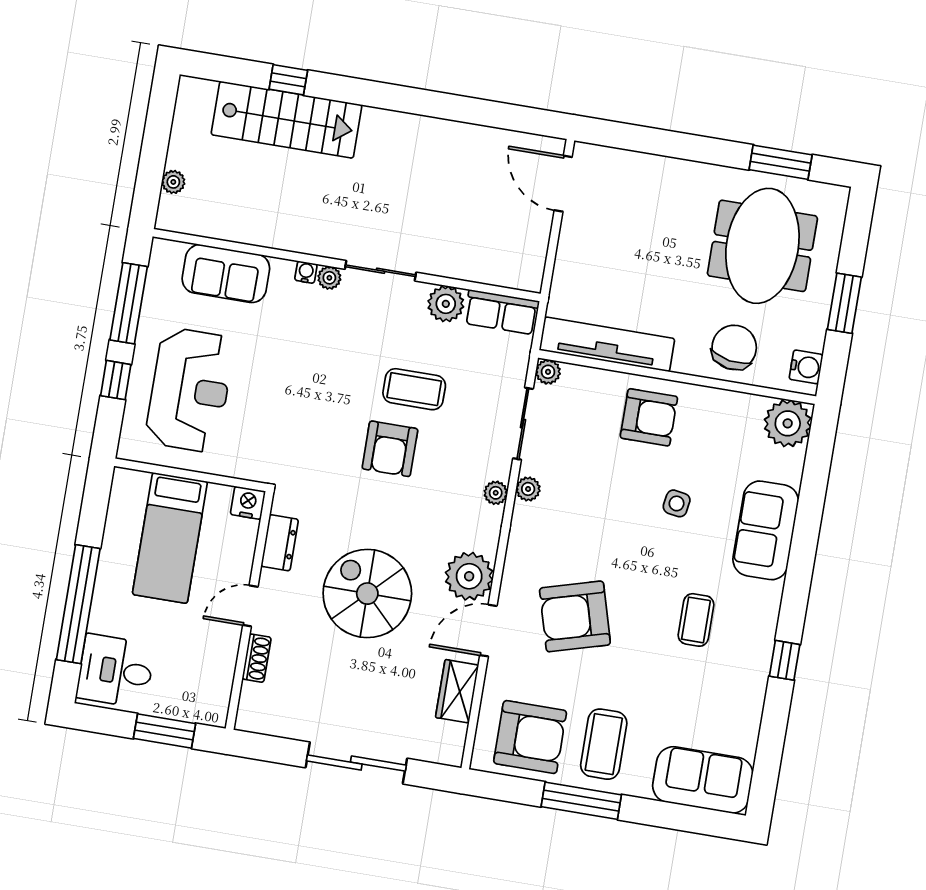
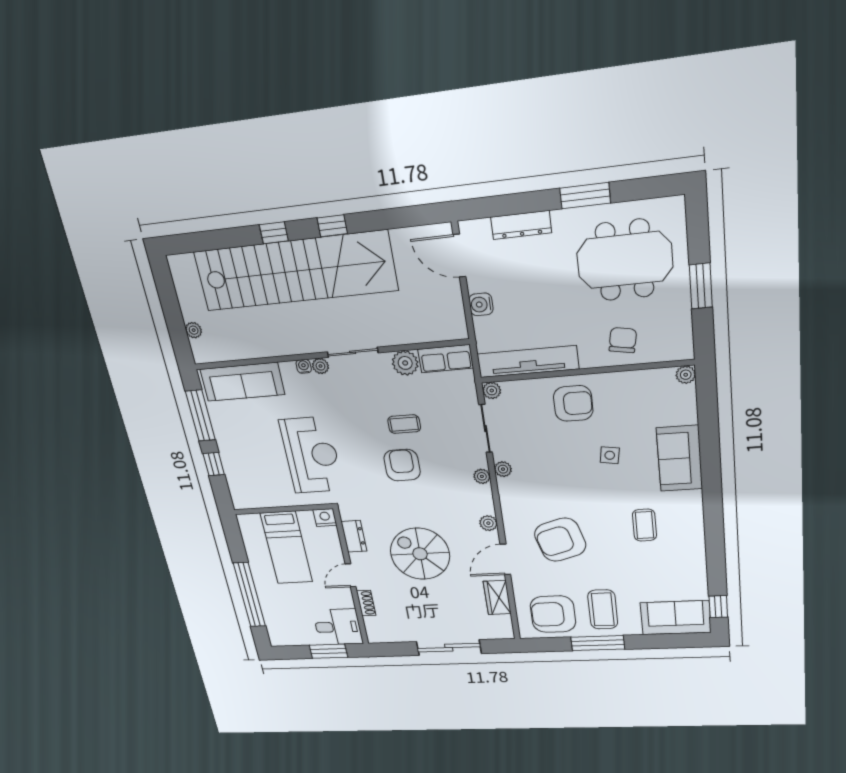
window: (288, 80) -> (274, 233), moved
window: (416, 101) -> (332, 226), added
stairs: (287, 120) -> (295, 271), width x1.86, depth x1.51
window: (781, 162) -> (585, 196), moved
dresser: (650, 168) -> (521, 225), added
meeting table: (762, 246) -> (625, 260), turned 90
sofa: (226, 274) -> (242, 382), width x1.36
chair: (734, 347) -> (623, 340), width x0.73, depth x0.73
water cooler: (806, 367) -> (481, 304), moved, turned 180
coffee table: (414, 389) -> (404, 424), width x0.73, depth x0.77
reception desk: (190, 390) -> (311, 455), moved
plant: (788, 423) -> (686, 375), width x0.53, depth x0.53
armchair: (390, 449) -> (402, 465), turned 180
plant: (469, 576) -> (488, 523), width x0.53, depth x0.53
window: (785, 660) -> (718, 607), moved
desk: (116, 671) -> (338, 627), moved, turned 180
armchair: (530, 737) -> (553, 614), turned 180

